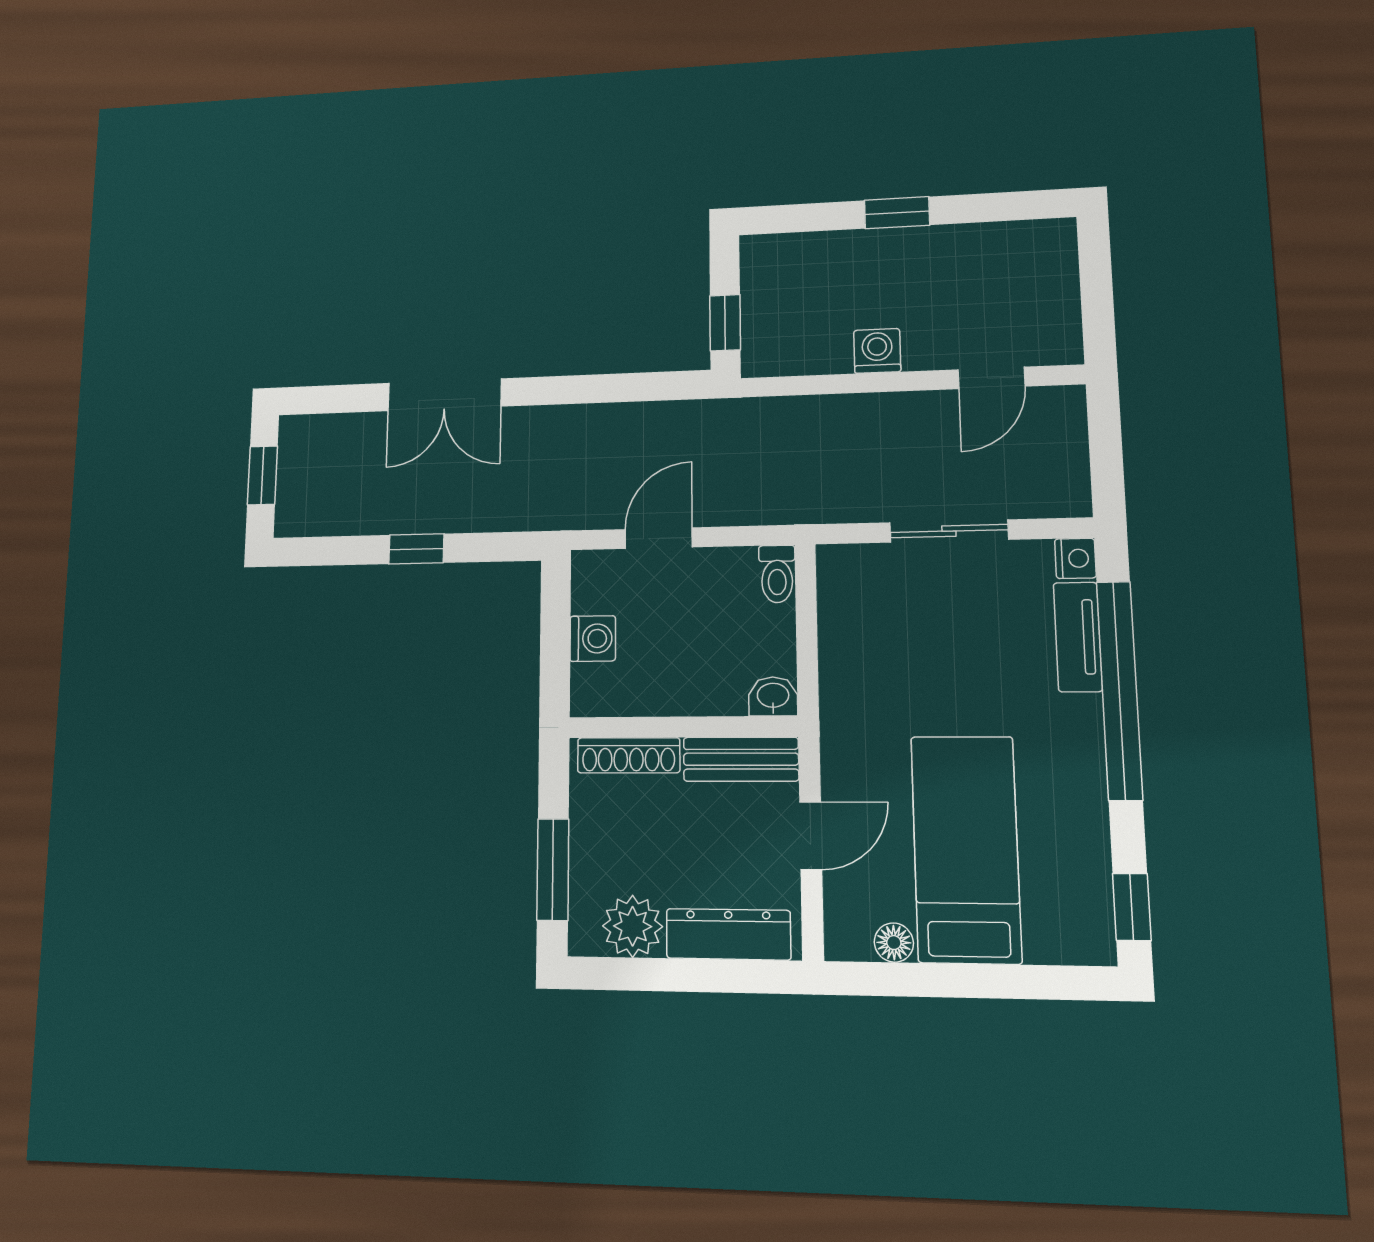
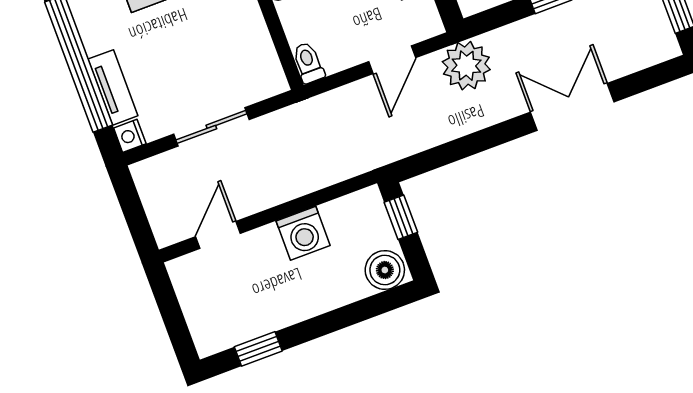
window: (897, 213) -> (258, 349), moved
boiler: (773, 260) -> (385, 270), added
washing machine: (877, 351) -> (303, 233), width x1.38, depth x1.38
plant: (561, 496) -> (466, 66), added

